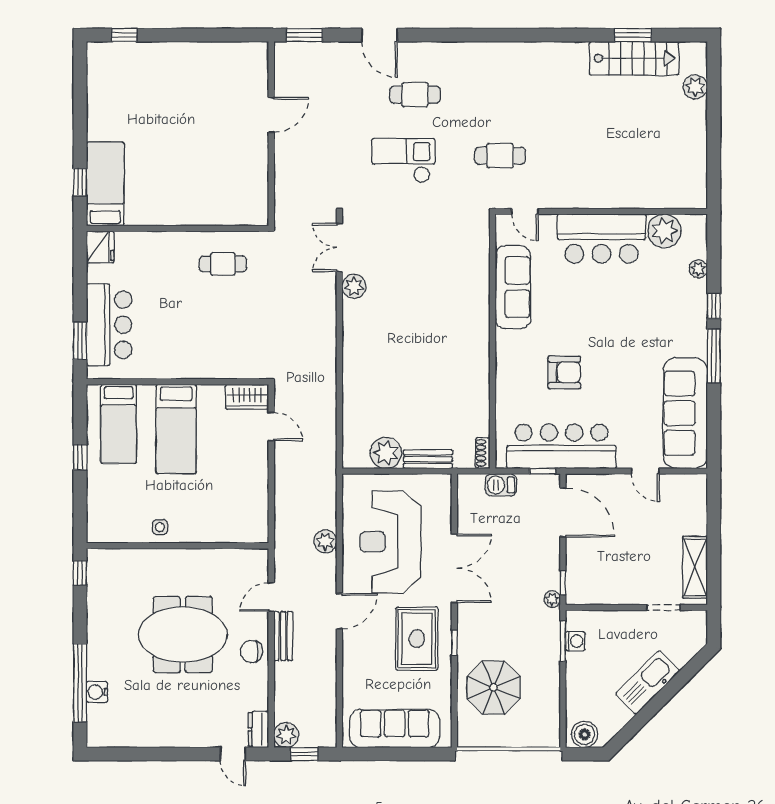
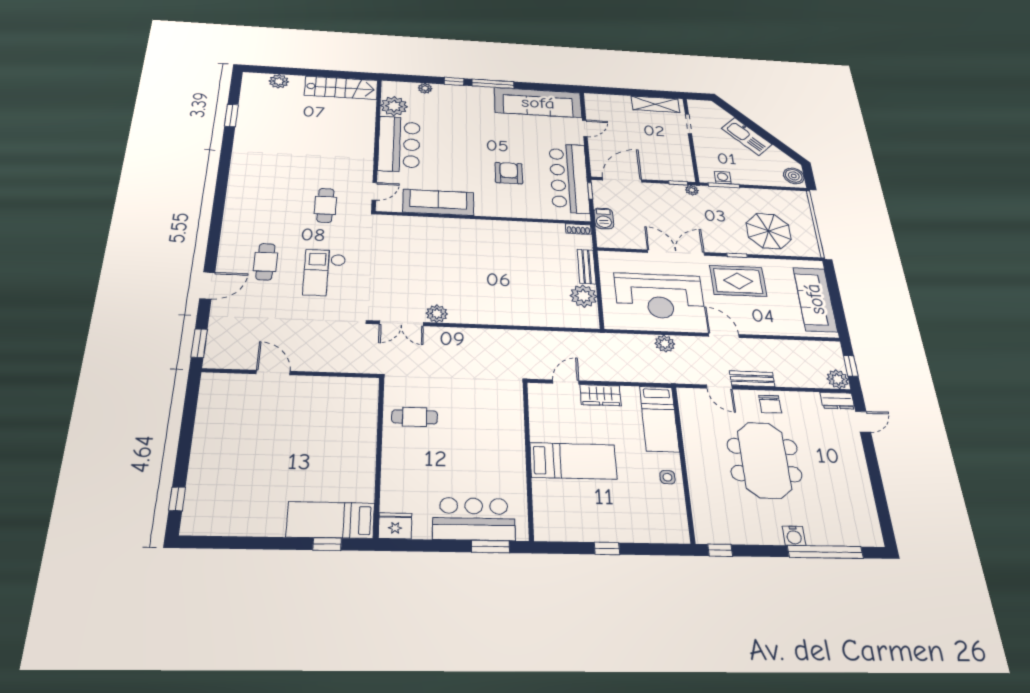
stairs: (634, 58) -> (341, 88), moved, turned 90
cafe table: (223, 264) -> (415, 417), turned 90
wardrobe: (247, 397) -> (600, 395), moved, turned 90
bed: (119, 424) -> (659, 419), moved, turned 90
water cooler: (97, 692) -> (794, 536), moved

